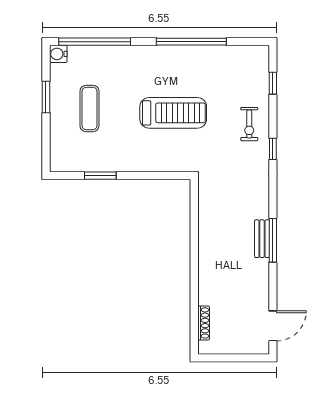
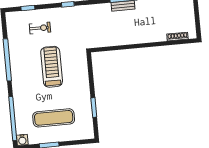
exercise mat: (89, 108) -> (54, 118), width x1.36, depth x1.45
exercise bike: (249, 124) -> (40, 28), moved

